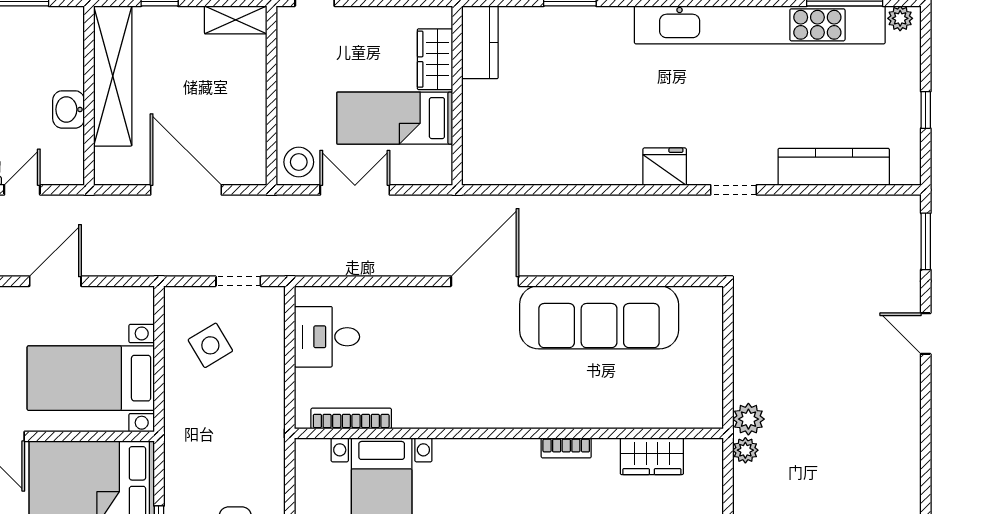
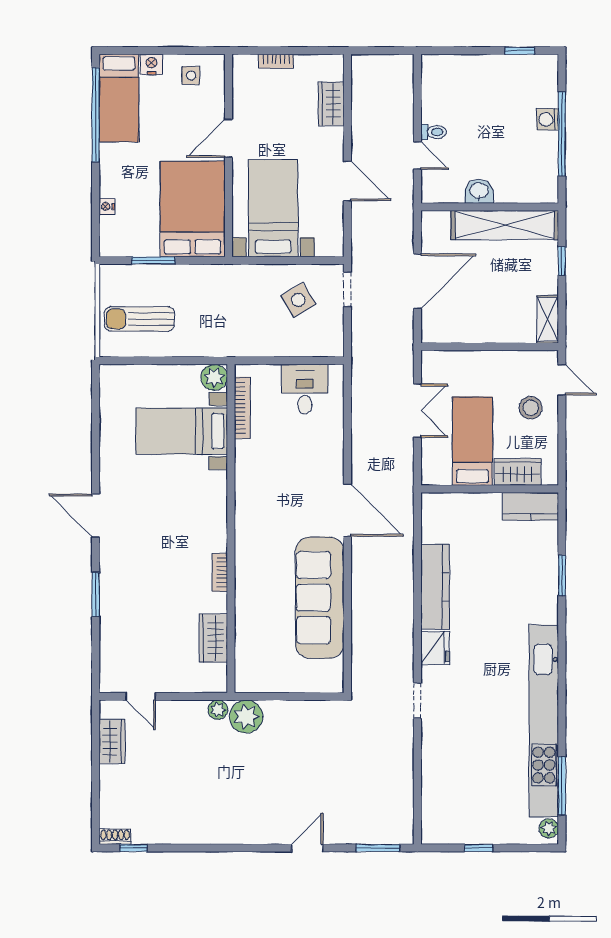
stool: (299, 162) -> (531, 408), moved
kitchen counter: (834, 167) -> (435, 587), moved
doorway: (238, 281) -> (347, 289), moved
plant: (748, 419) -> (246, 717), width x1.36, depth x1.36
plant: (312, 455) -> (214, 377), added

